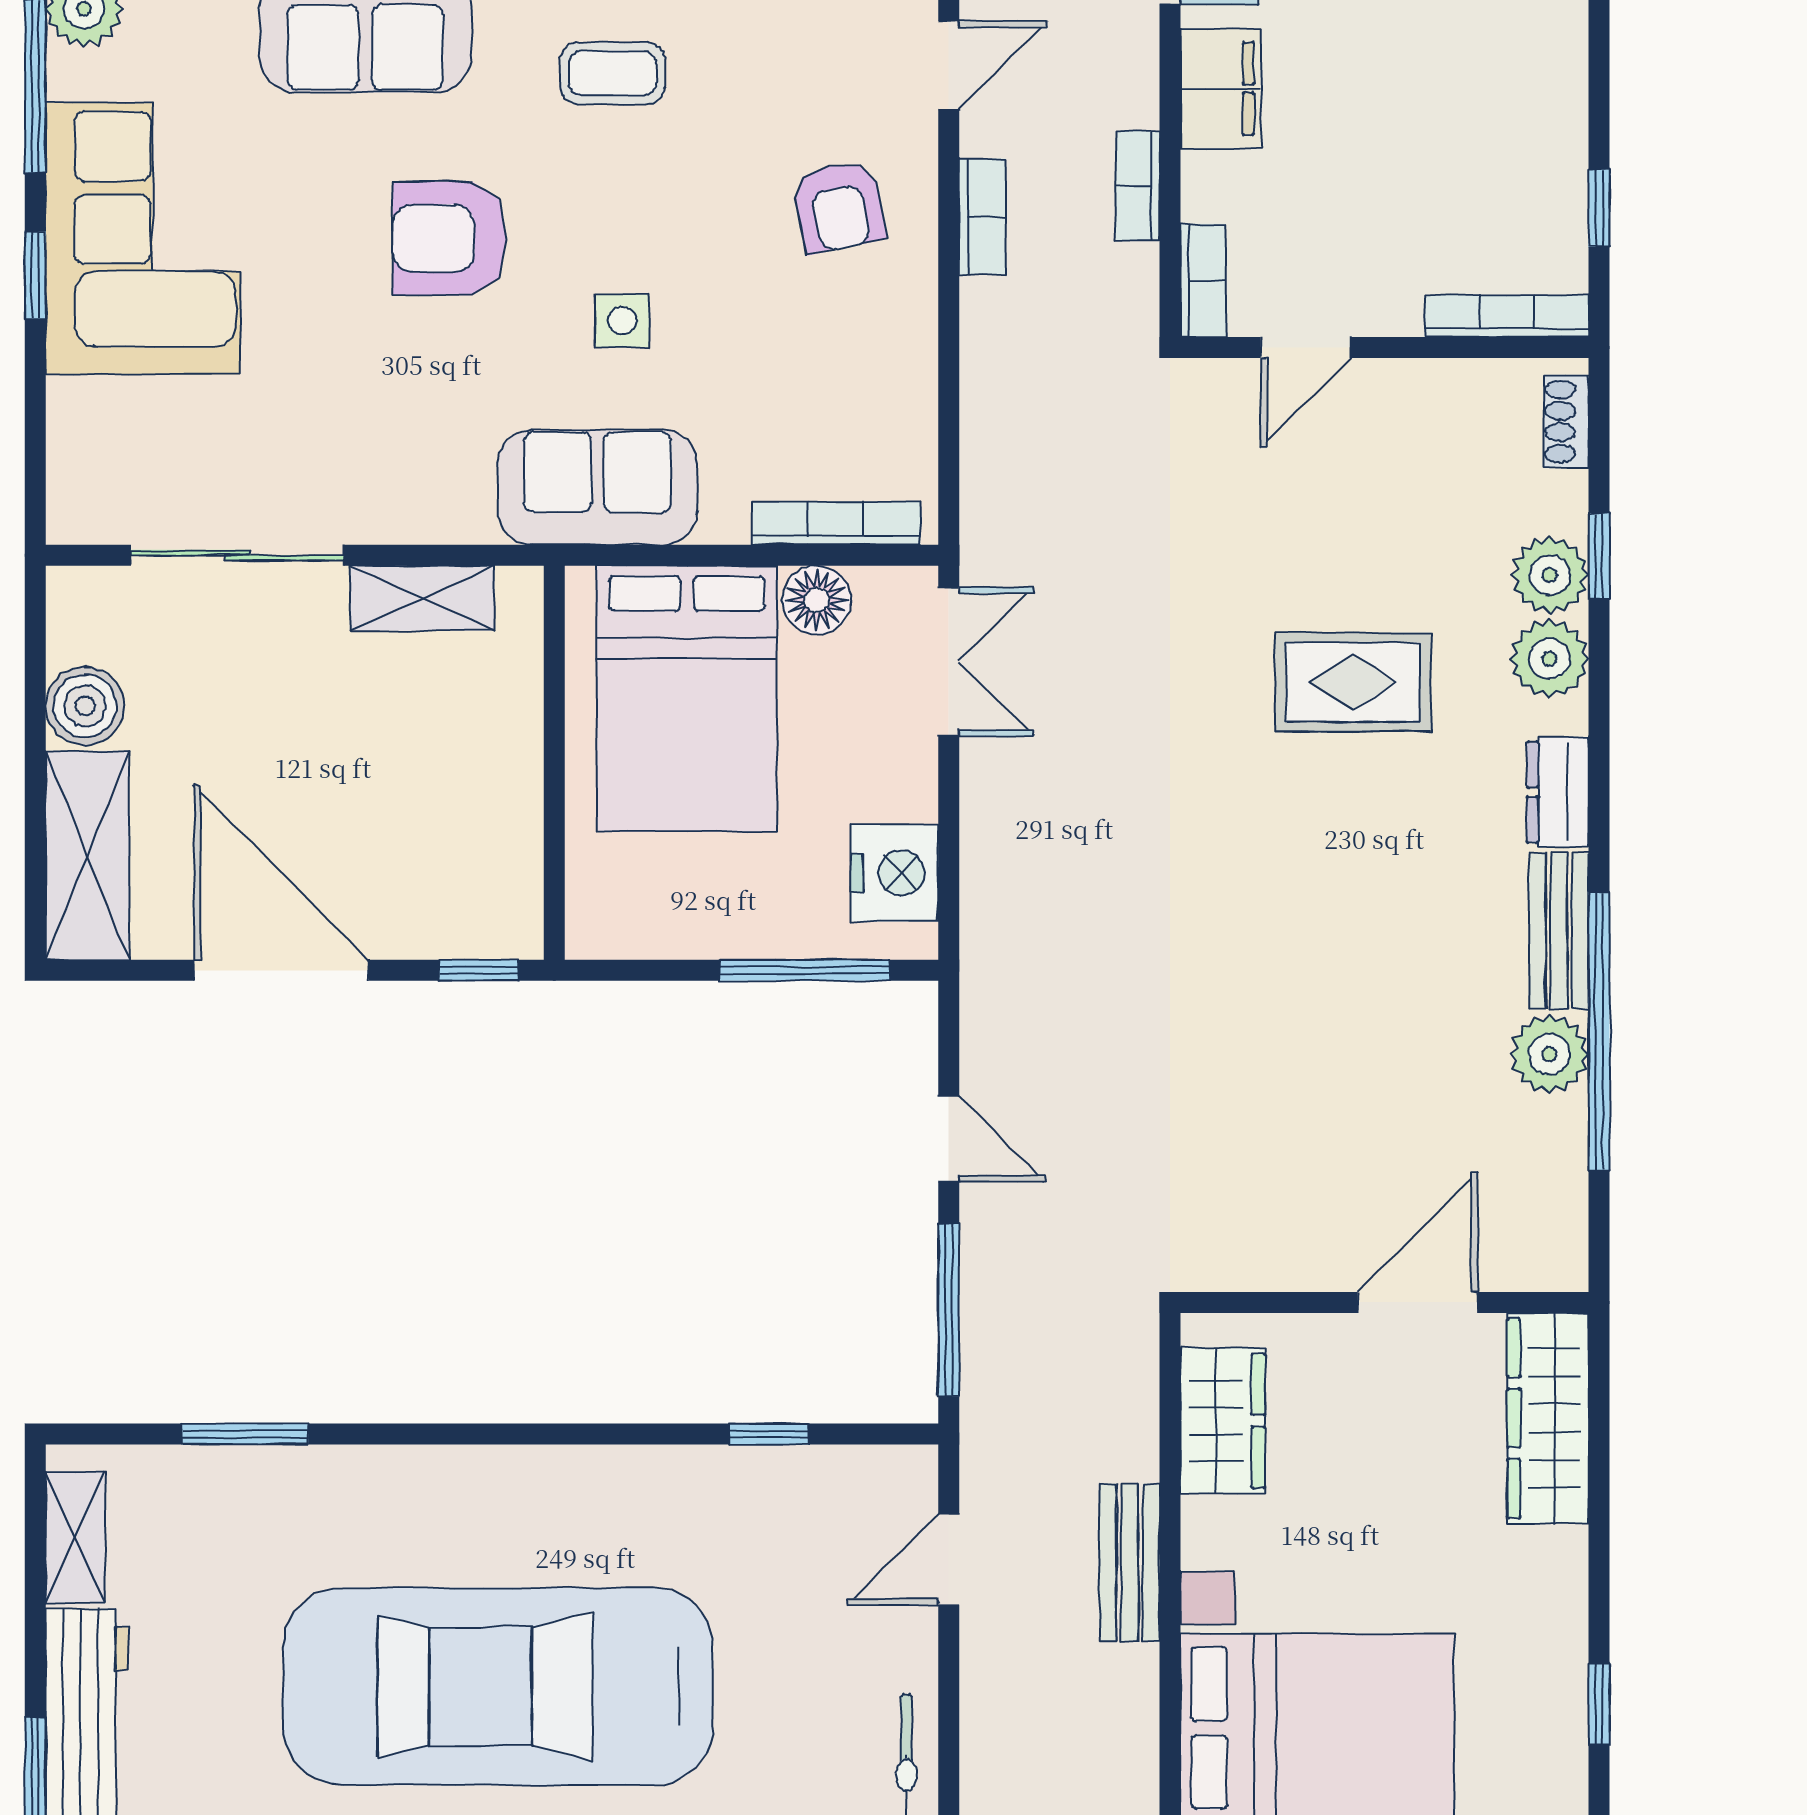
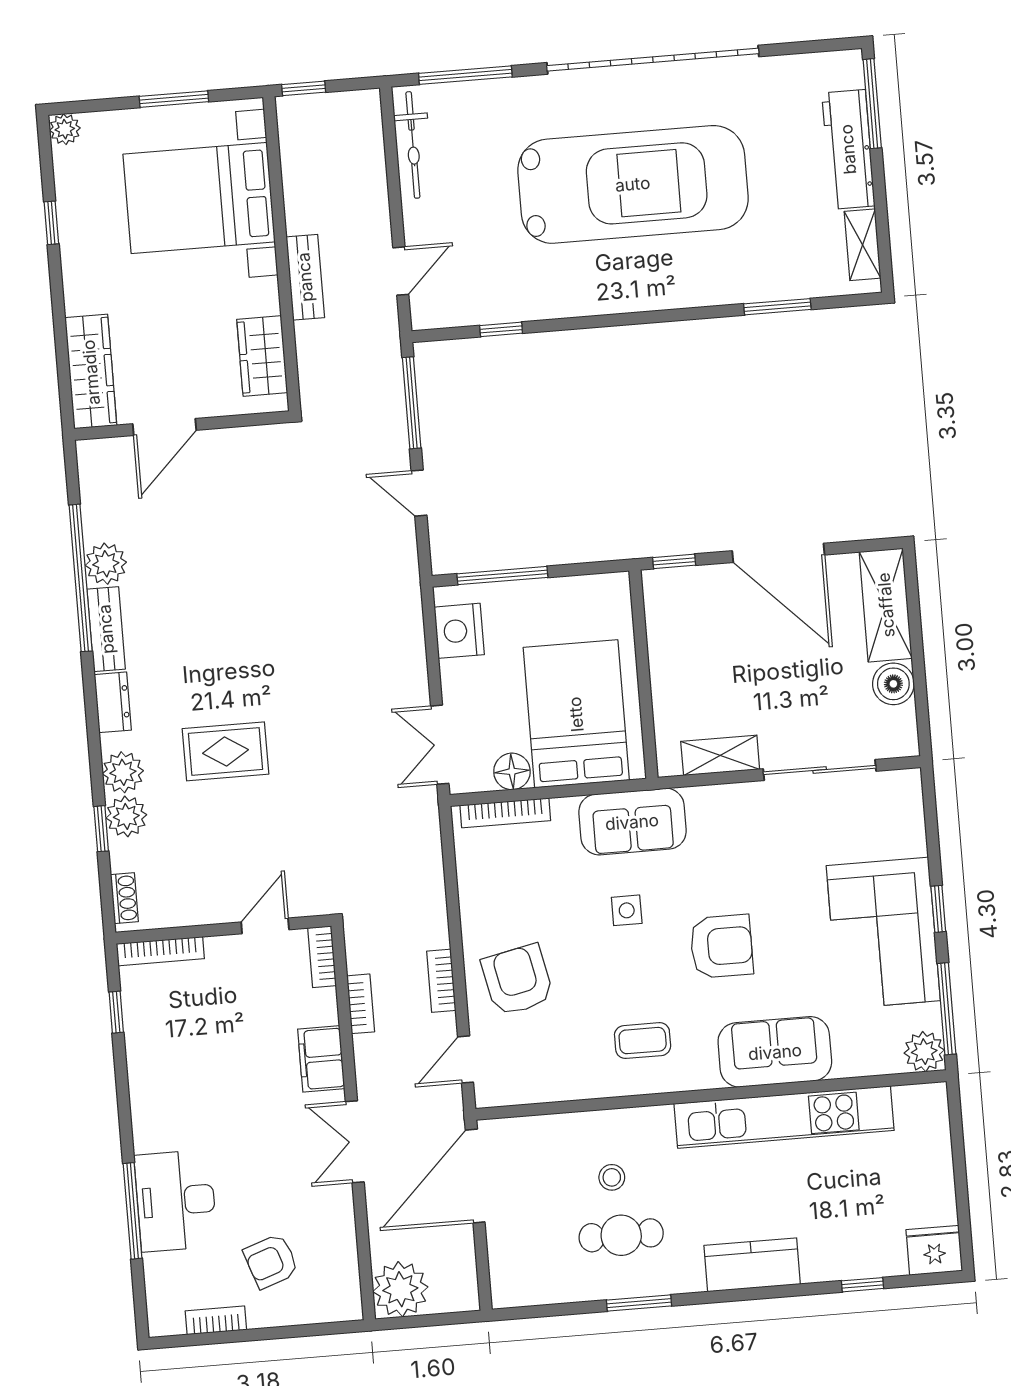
armchair: (839, 207) -> (517, 980), width x1.38, depth x1.38

